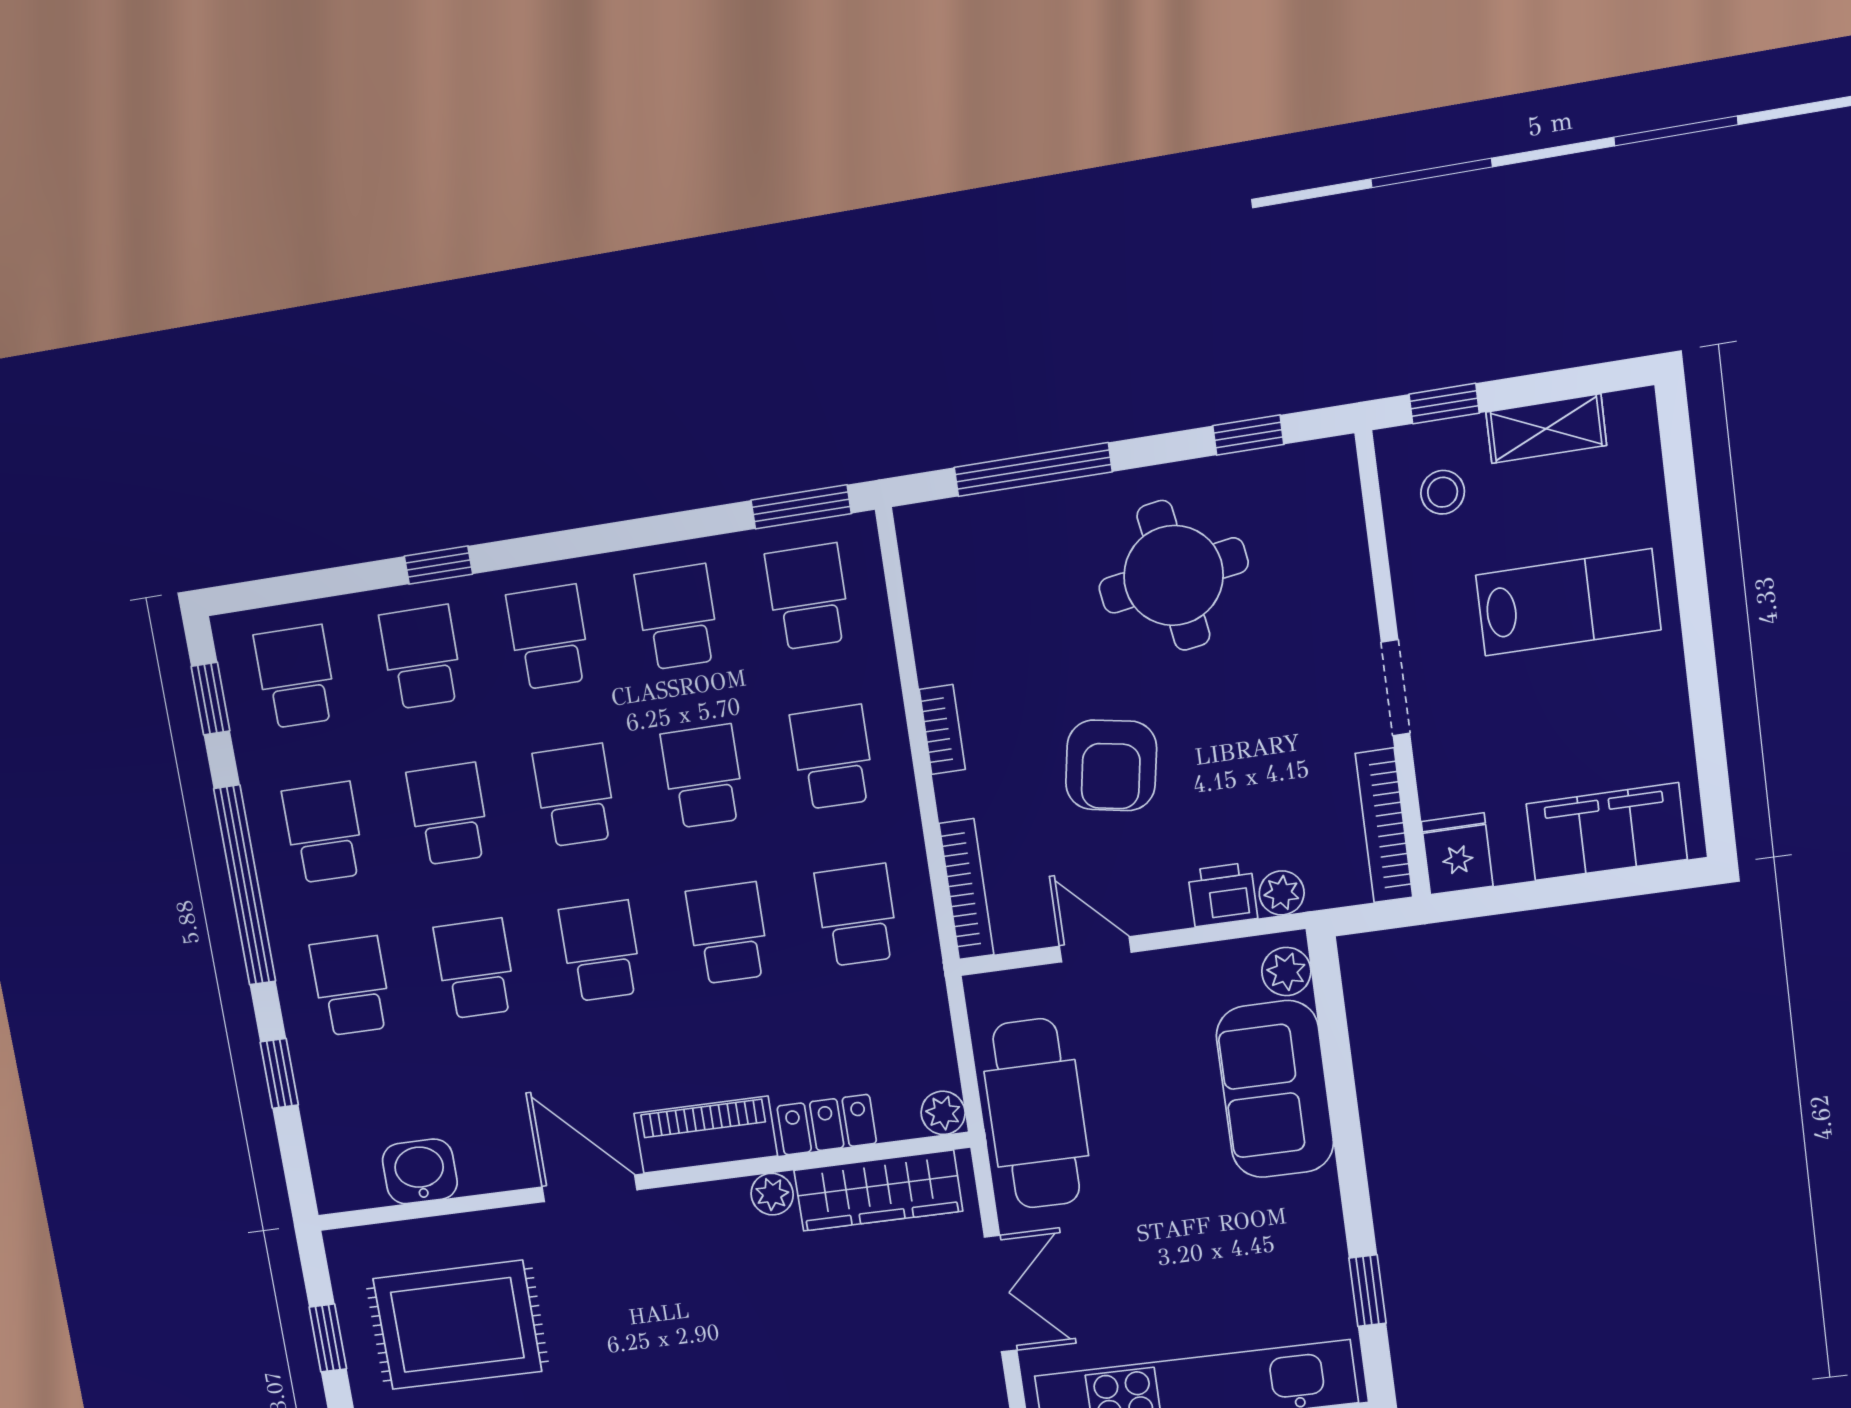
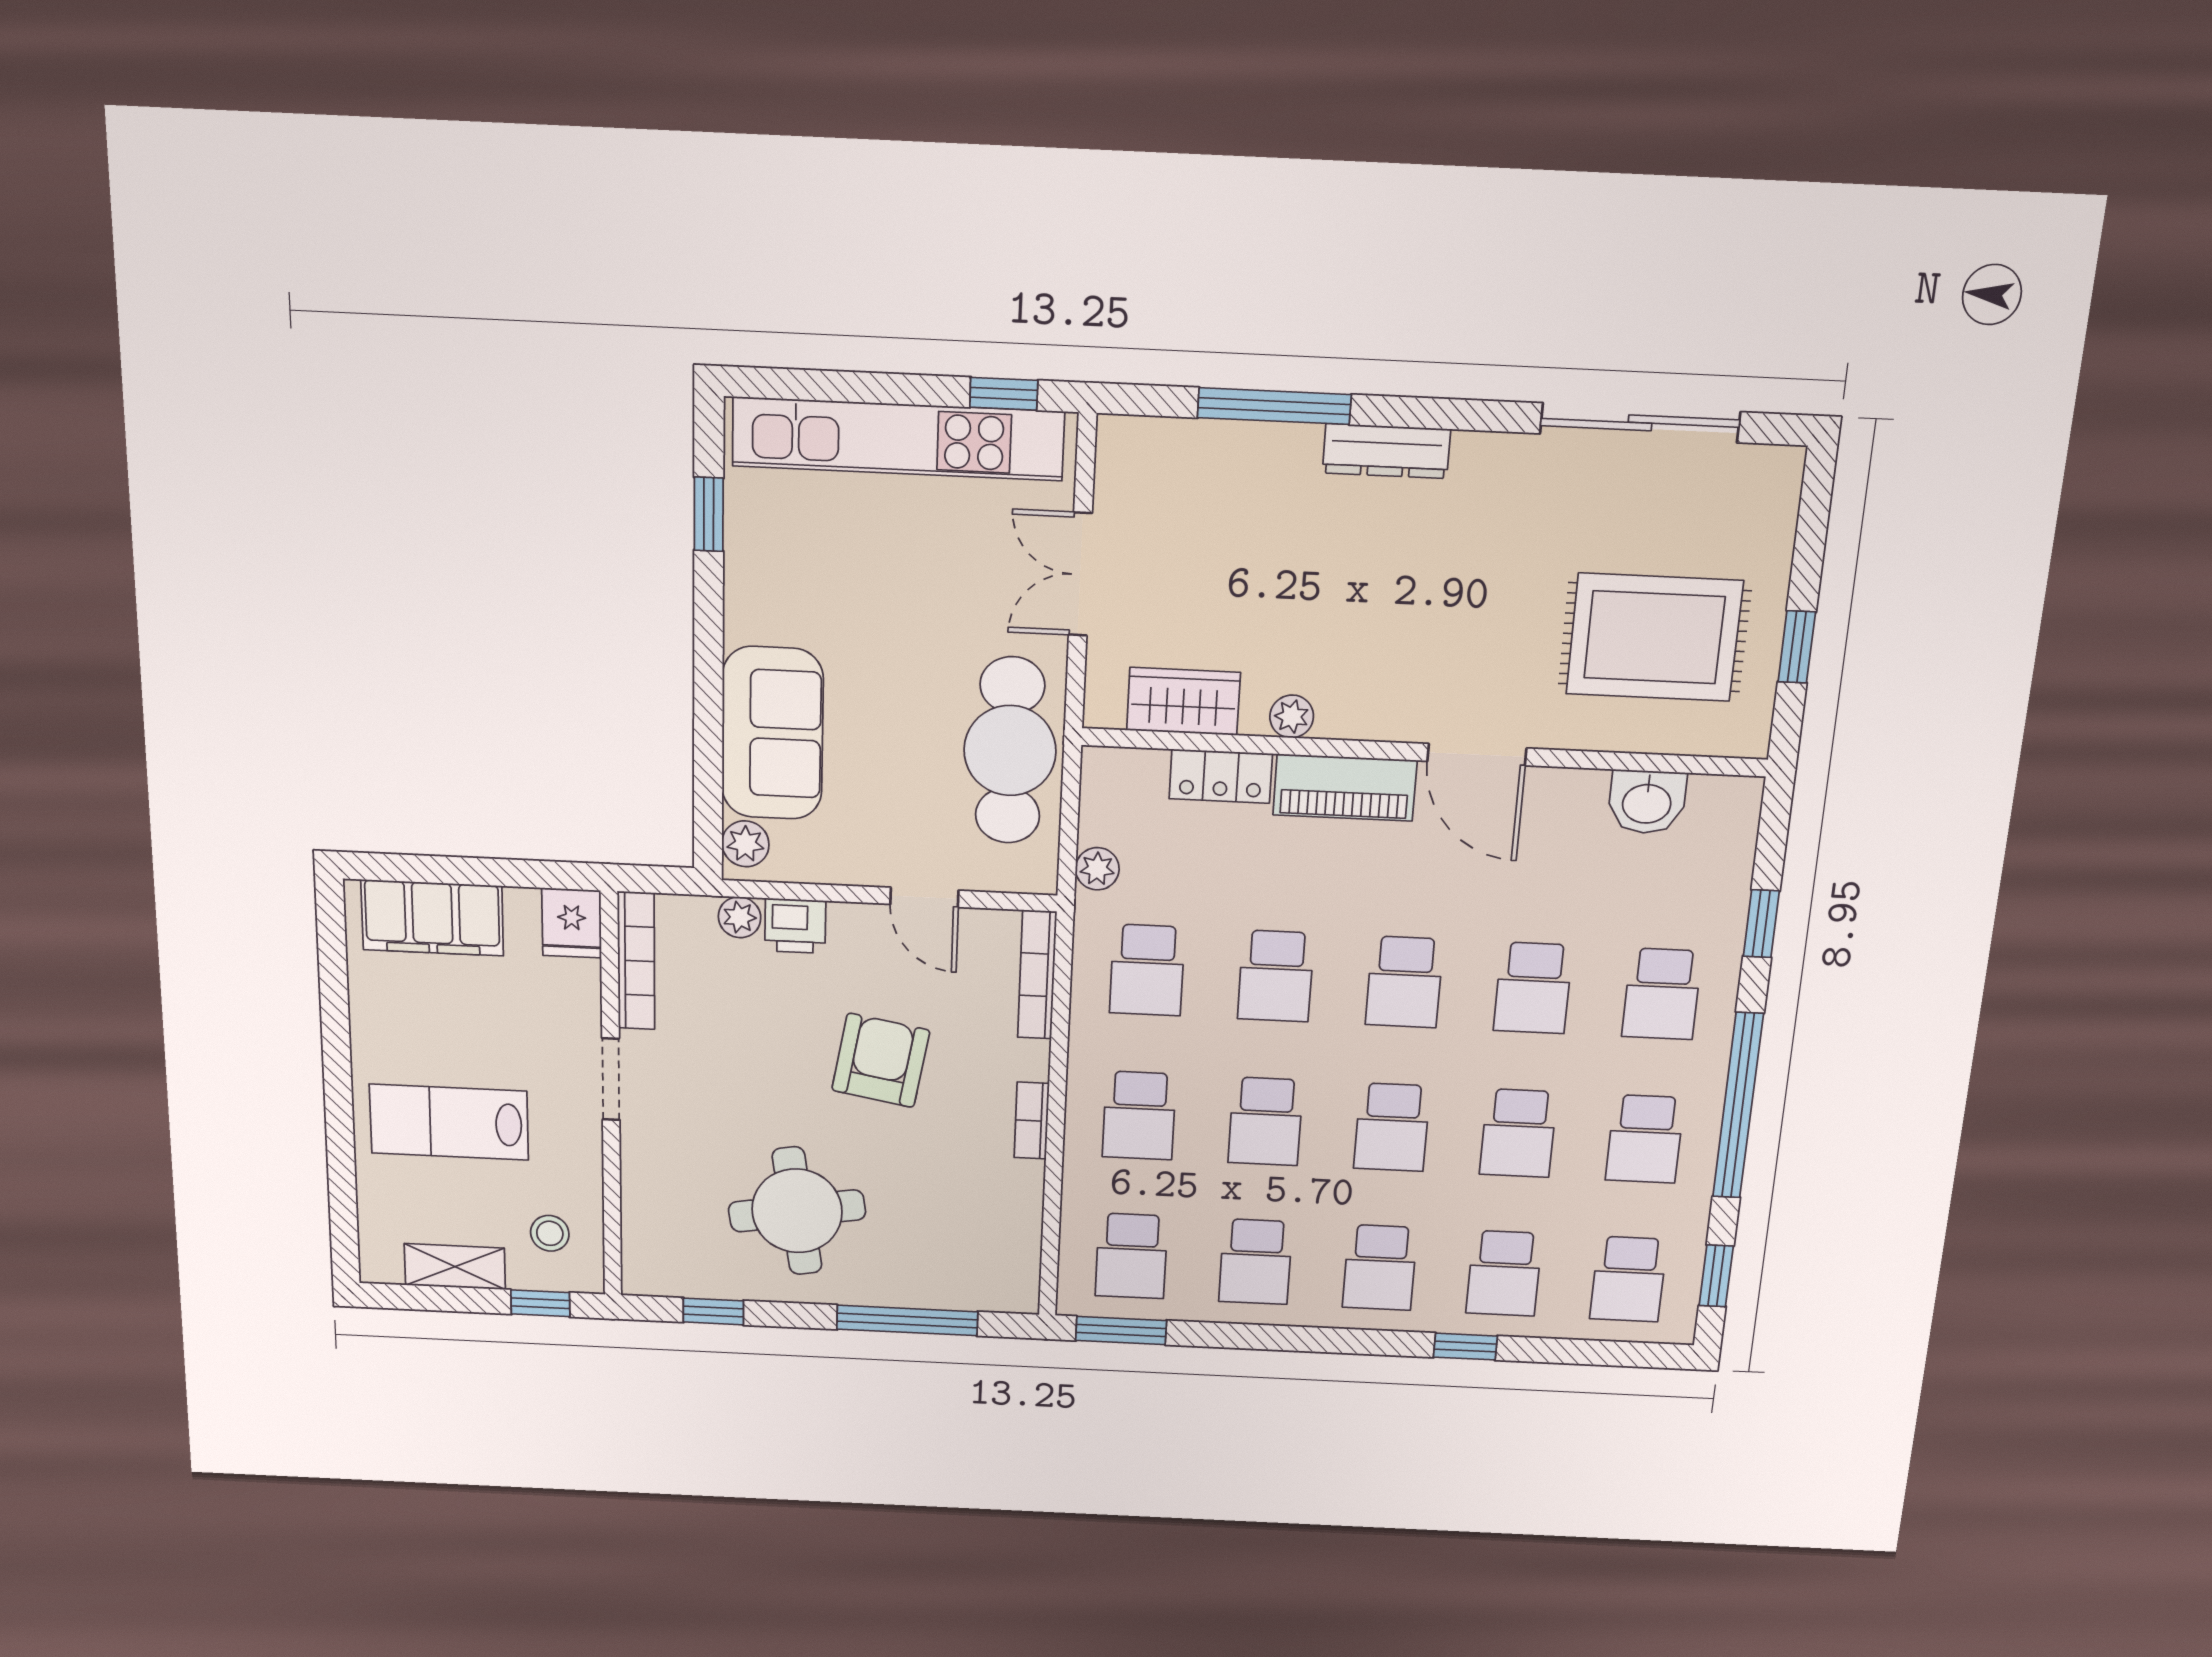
plant: (943, 1113) -> (1097, 869), moved
wardrobe: (878, 1191) -> (1183, 701), width x0.67

